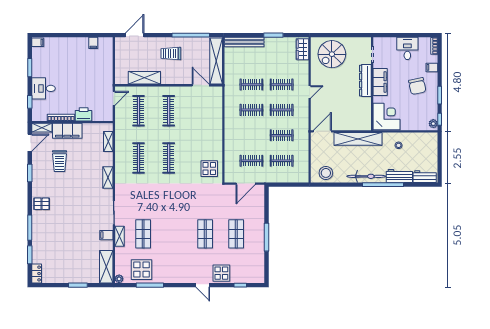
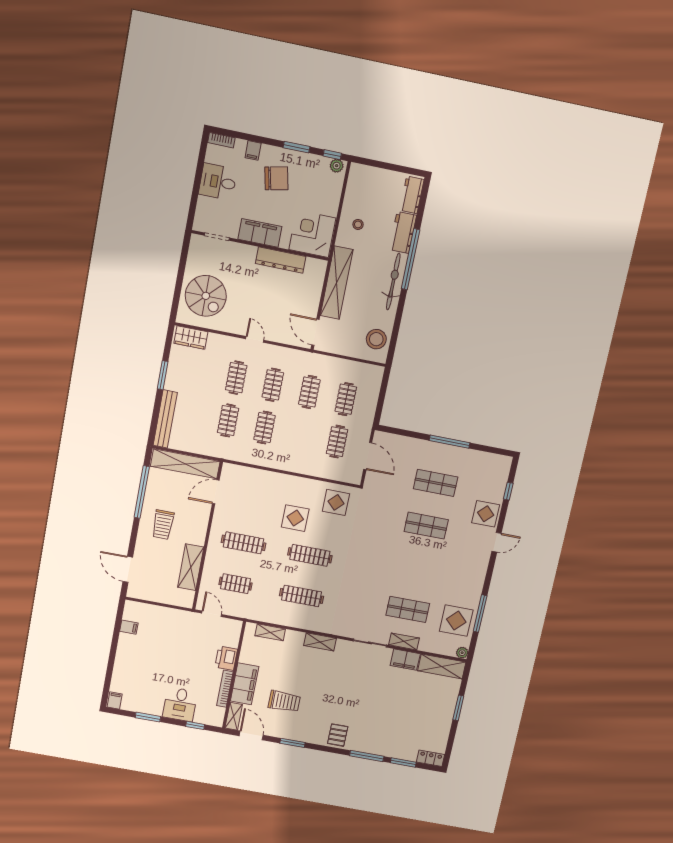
dresser: (365, 81) -> (281, 260), moved
clothes rail: (139, 111) -> (236, 584), width x0.73
display table: (193, 143) -> (295, 518), added
filing cabinet: (106, 235) -> (405, 660), width x2.00

